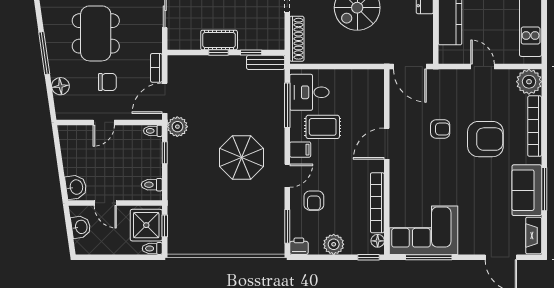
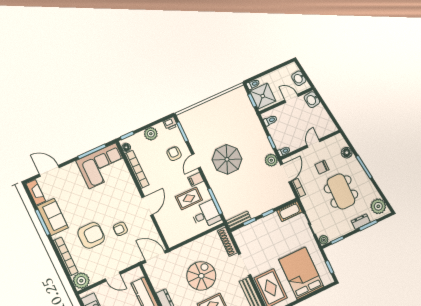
cot: (219, 40) -> (290, 211), moved
armchair: (485, 139) -> (91, 235), turned 180

